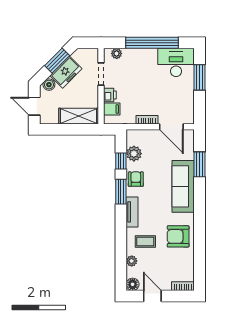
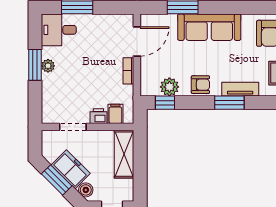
window: (152, 43) -> (35, 65), width x0.47
plant: (117, 53) -> (48, 66), moved
desk: (176, 62) -> (59, 30), width x0.73
window: (121, 161) -> (165, 103), moved
armchair: (136, 179) -> (200, 85), turned 180
window: (121, 192) -> (229, 103), moved

